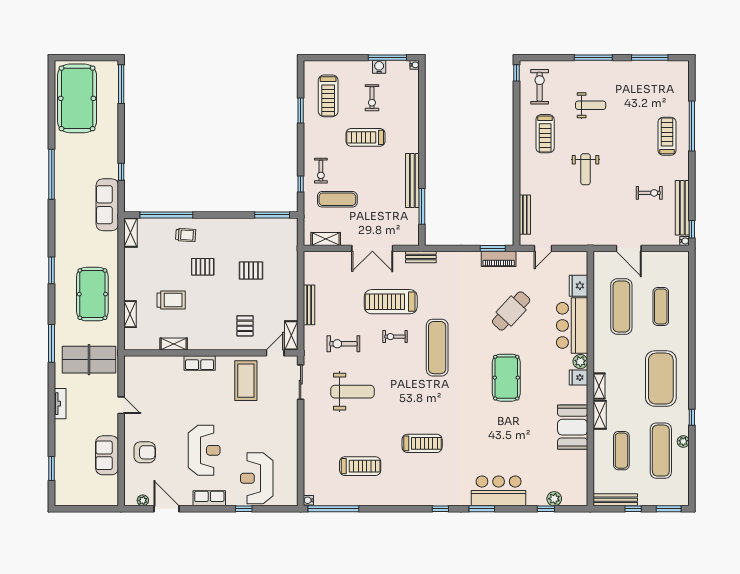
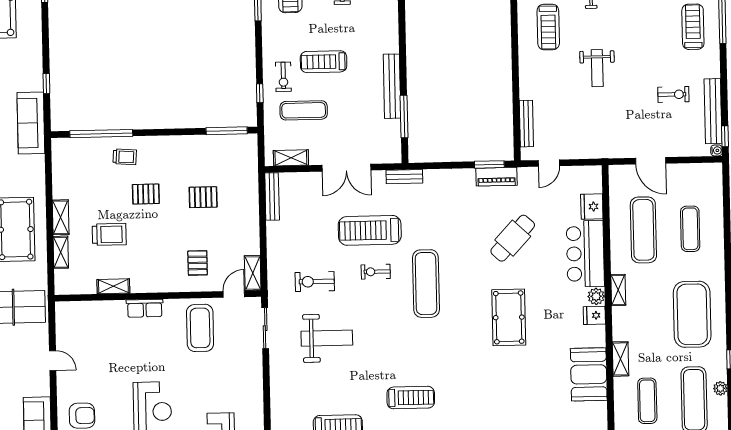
treadmill: (365, 137) -> (324, 62), moved
shelving: (131, 233) -> (61, 217), moved
bench: (309, 305) -> (272, 196), moved
shelving: (599, 386) -> (618, 290), moved

